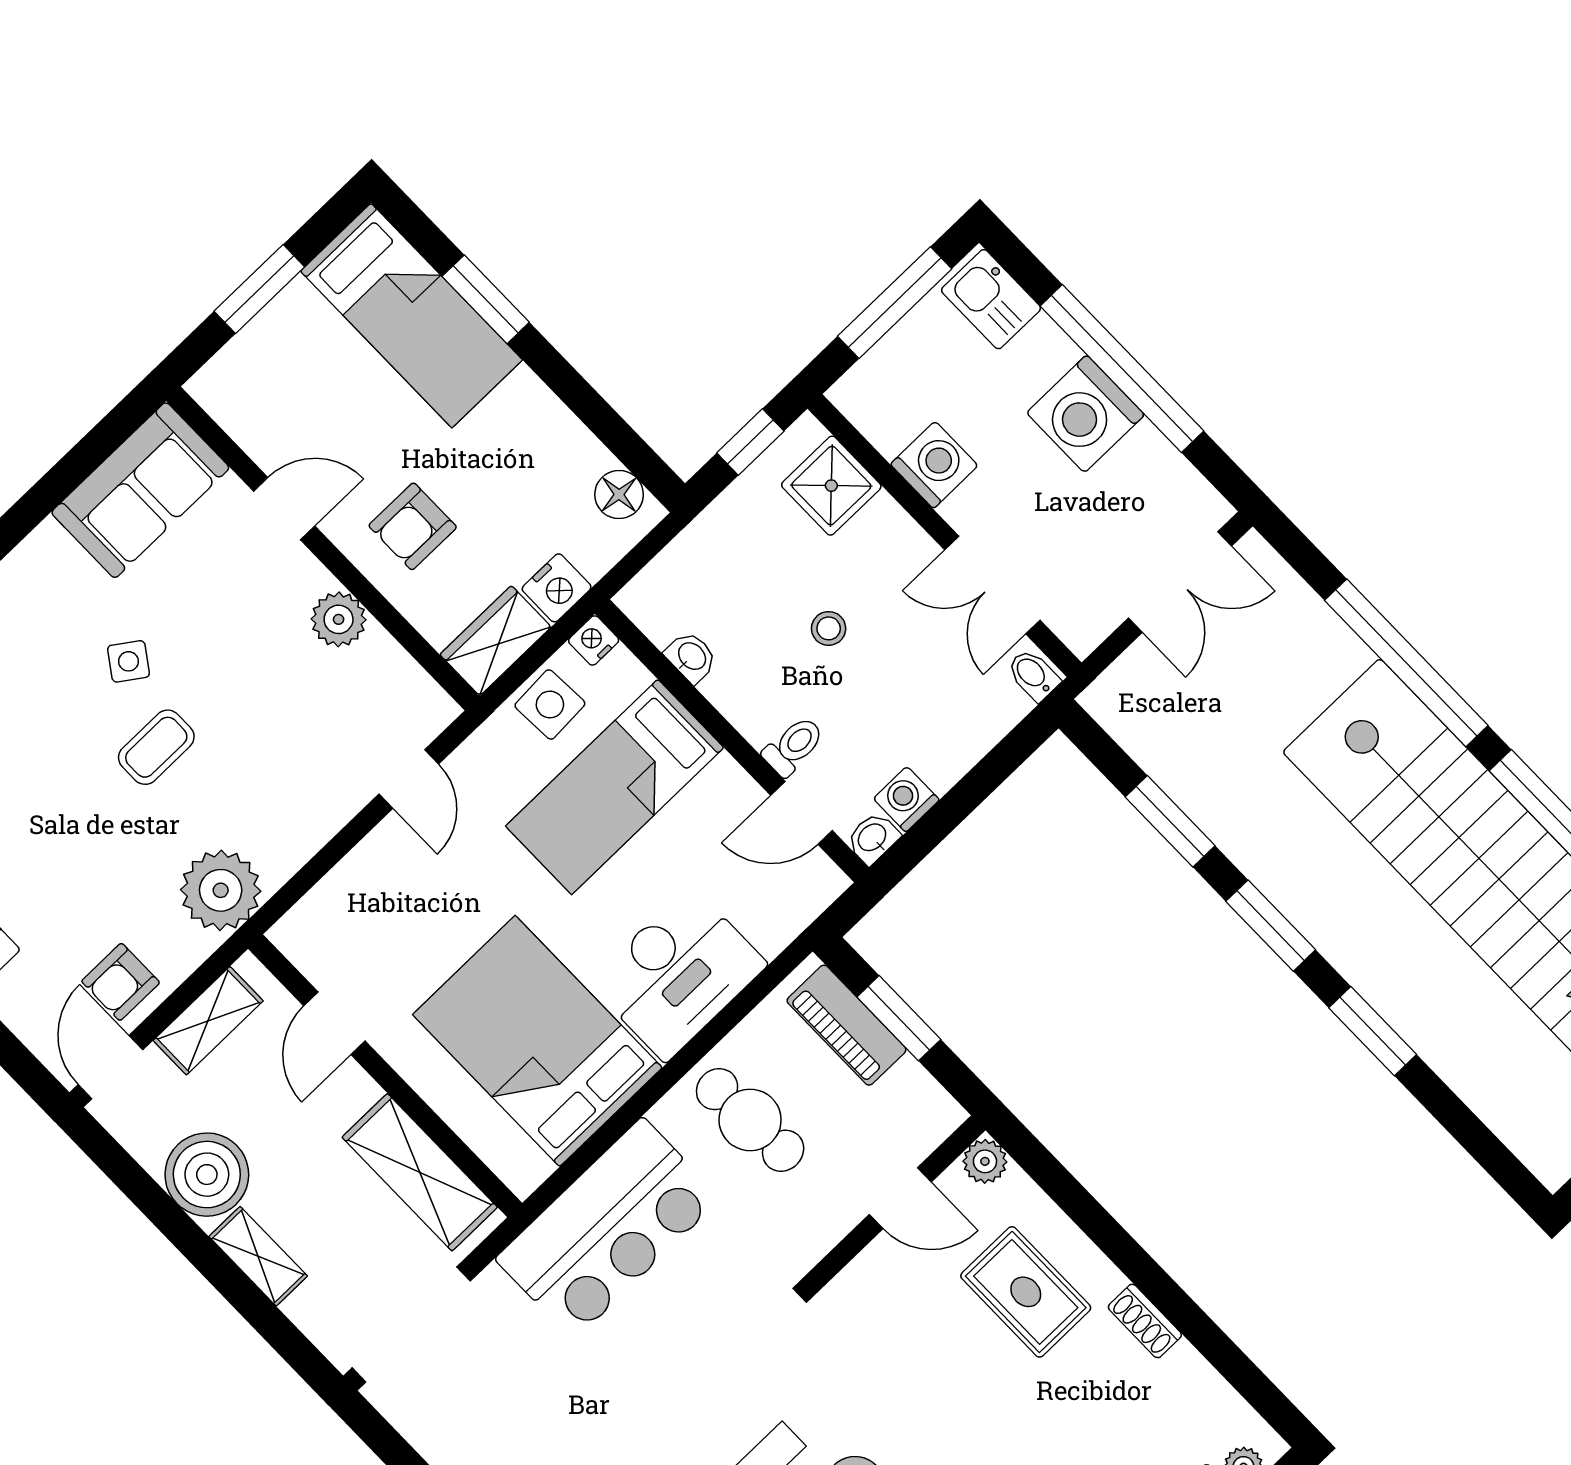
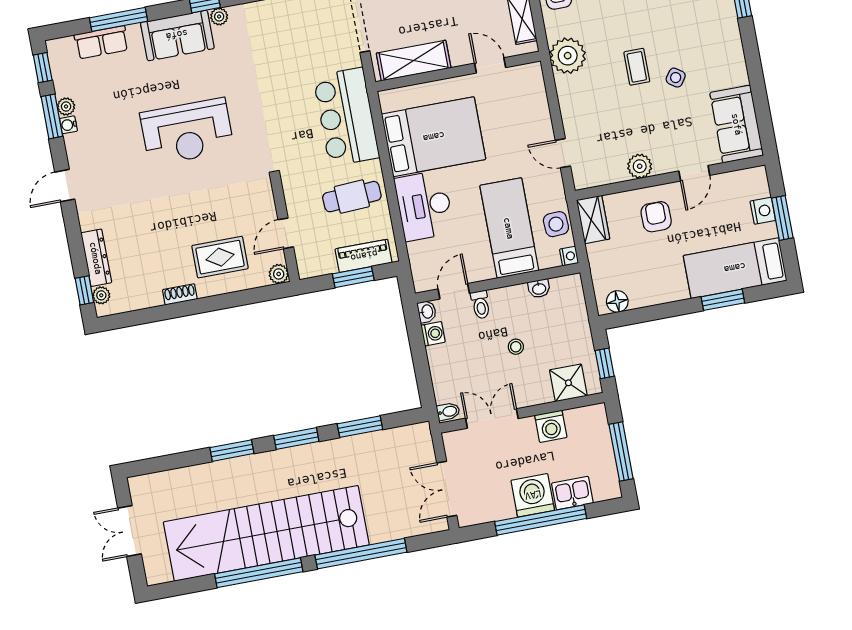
kitchen sink: (991, 299) -> (572, 493), moved
nightstand: (557, 588) -> (763, 211), moved, turned 180

